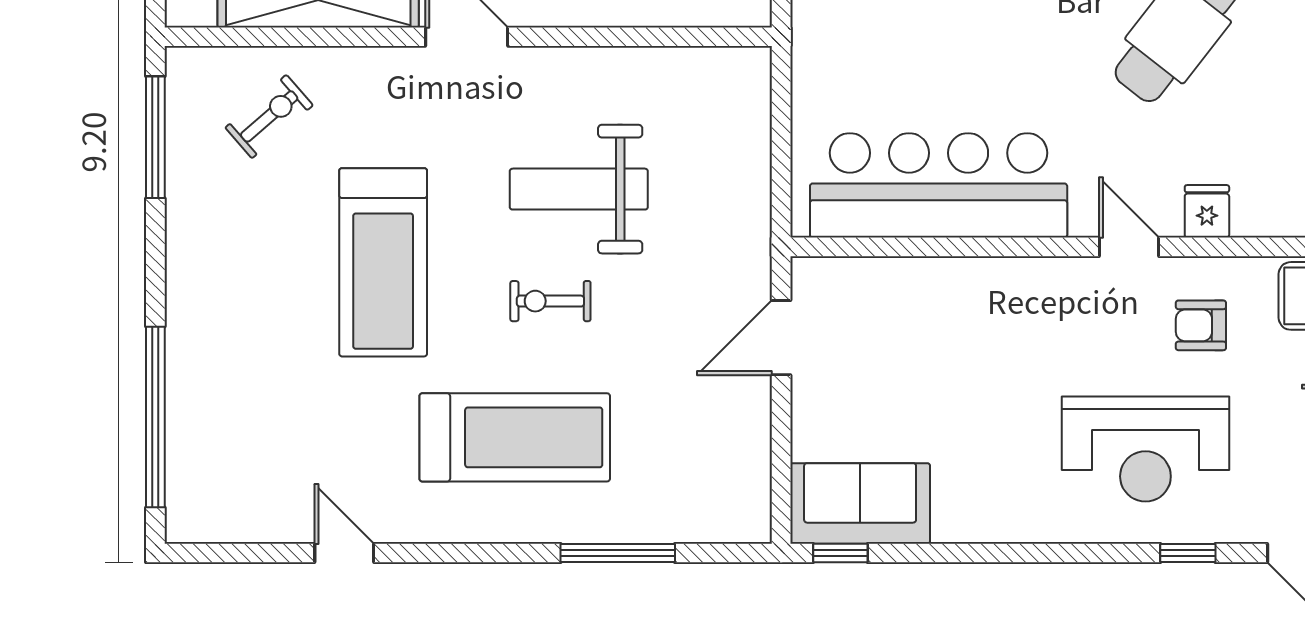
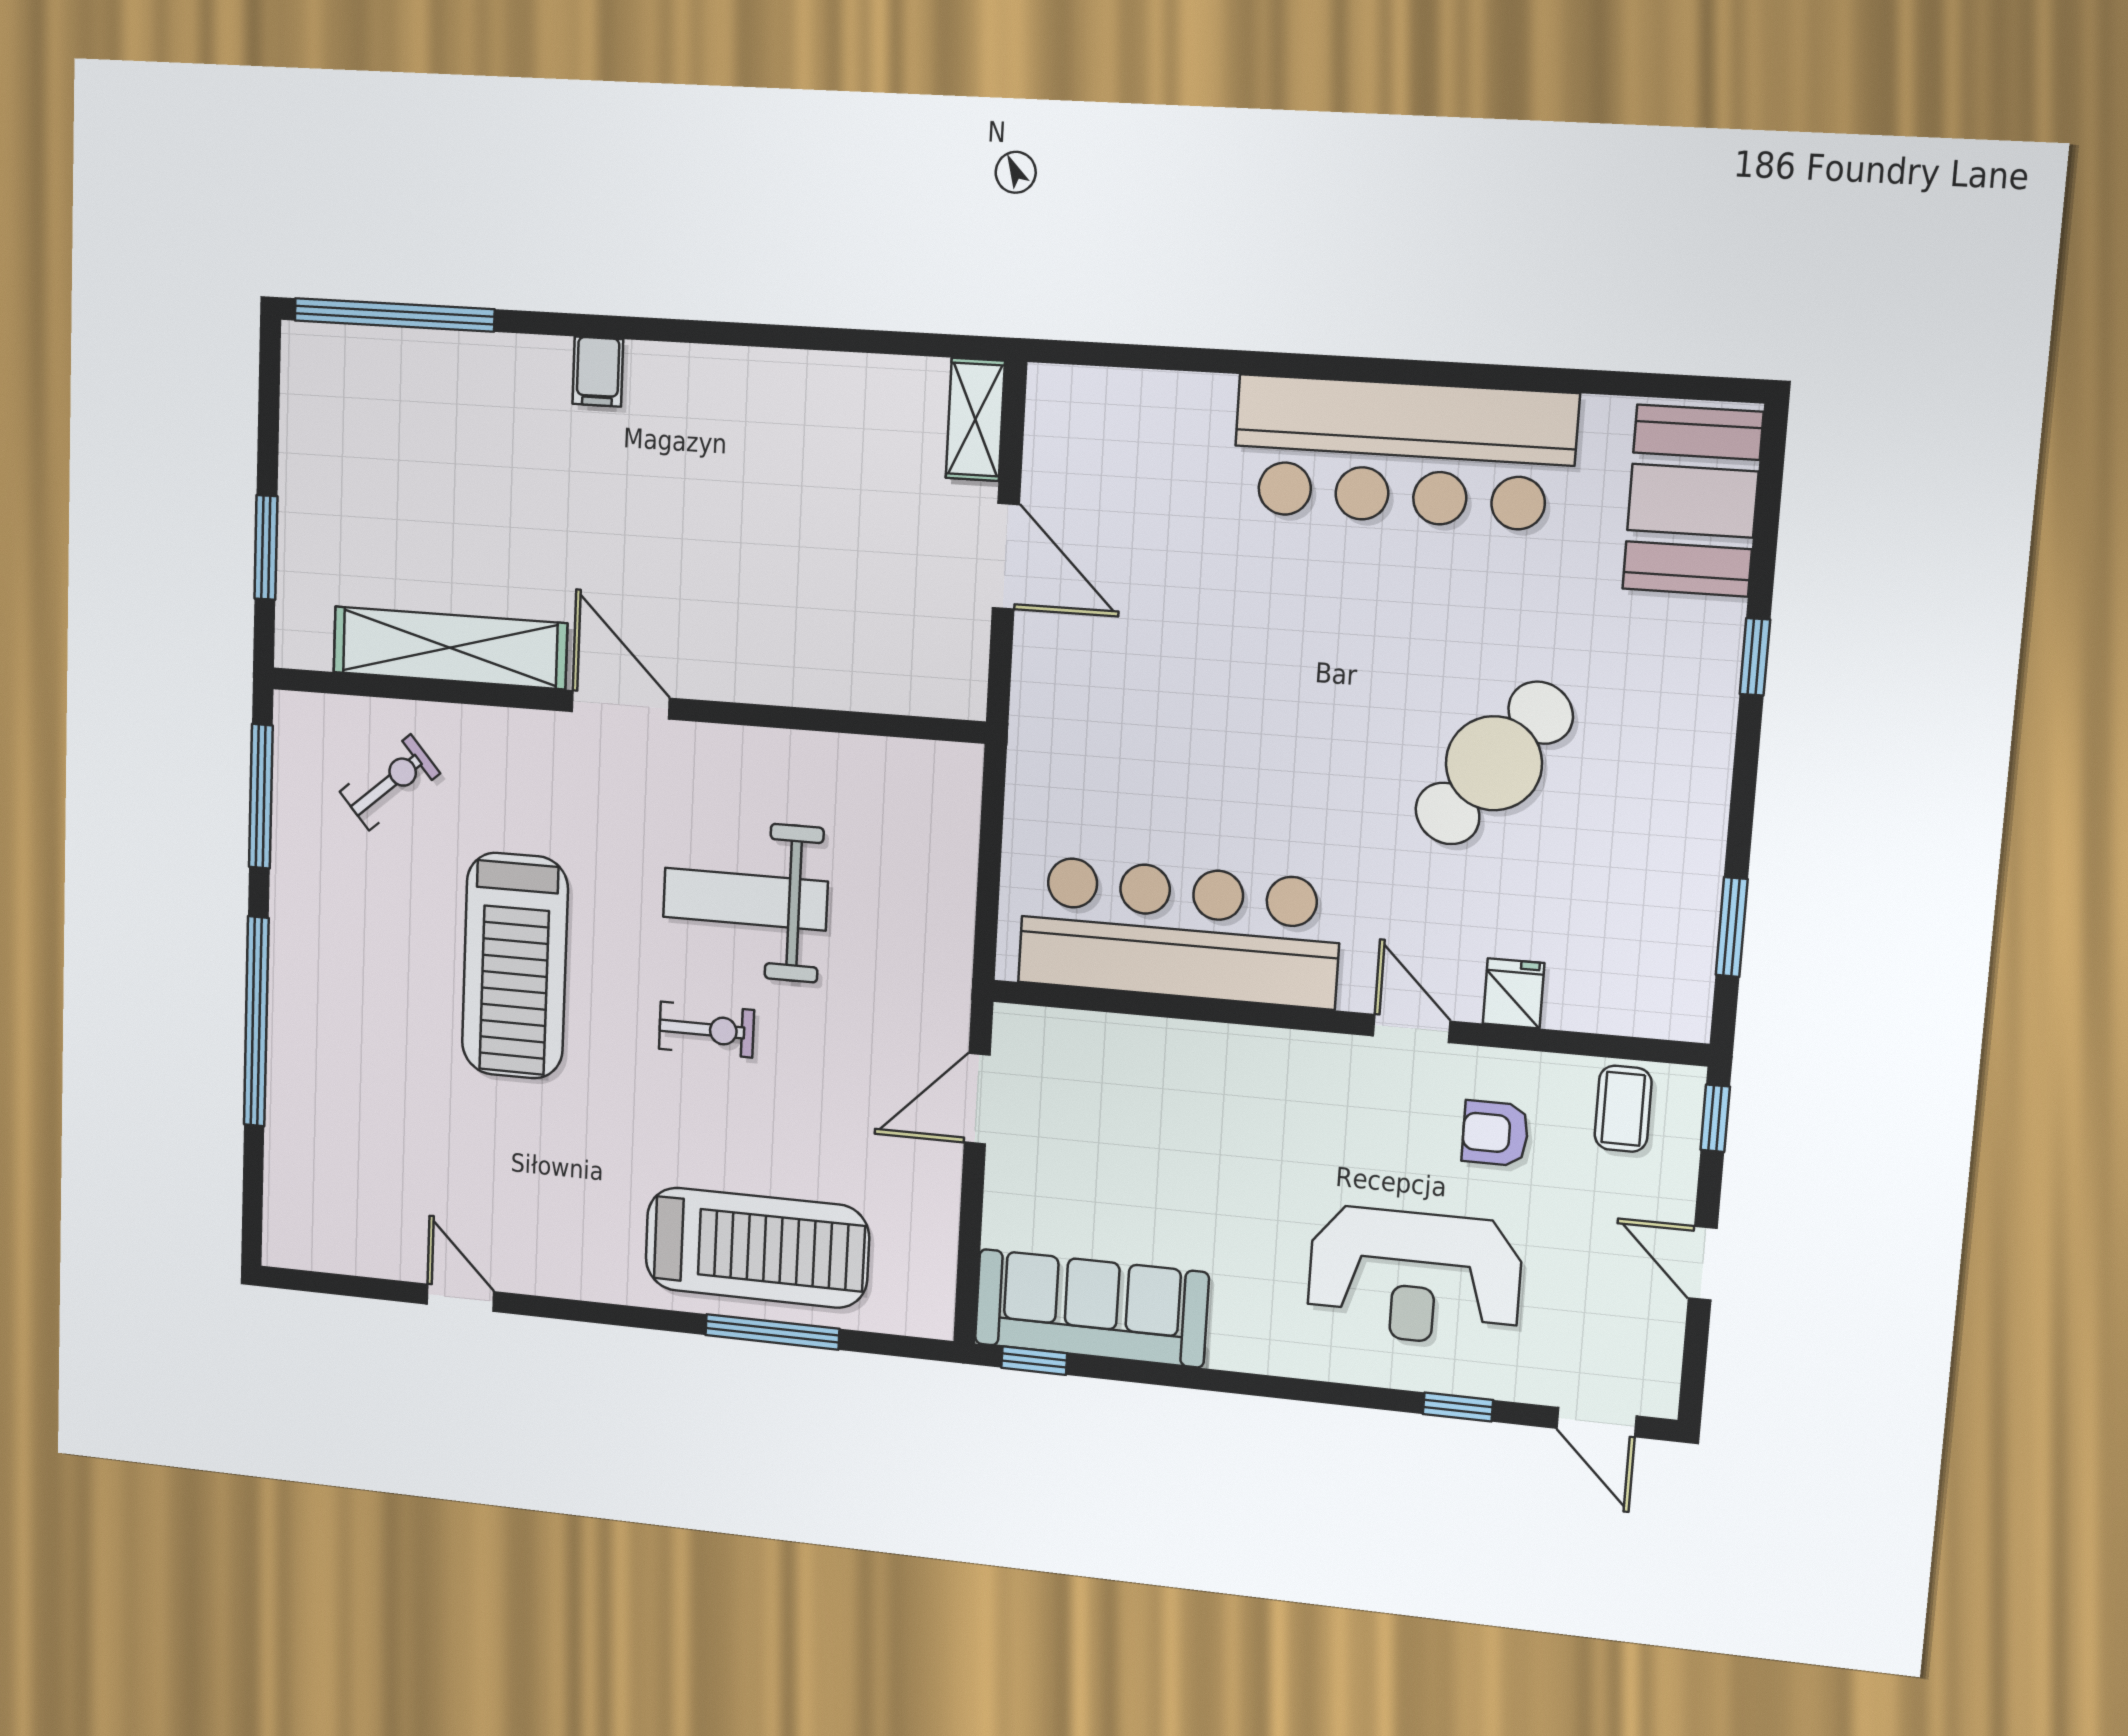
exercise bike: (550, 301) -> (706, 1030), turned 180
window: (155, 417) -> (256, 1022), moved
treadmill: (515, 437) -> (757, 1248), moved
sofa: (860, 503) -> (1091, 1308), width x1.36

